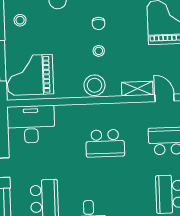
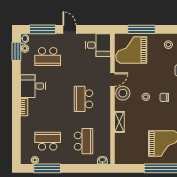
grand piano: (30, 75) -> (131, 50), turned -90
door: (165, 98) -> (113, 79), moved
desk: (31, 124) -> (98, 45), width x0.73

